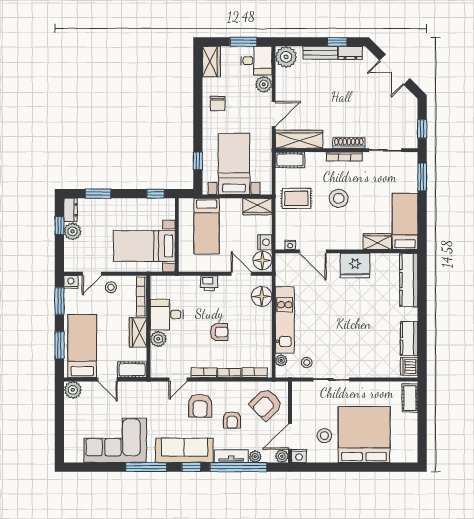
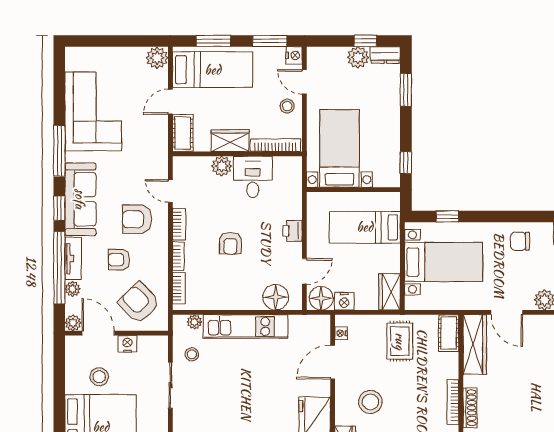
stool: (339, 198) -> (370, 402), moved
nightstand: (299, 456) -> (127, 344), moved, turned 90

